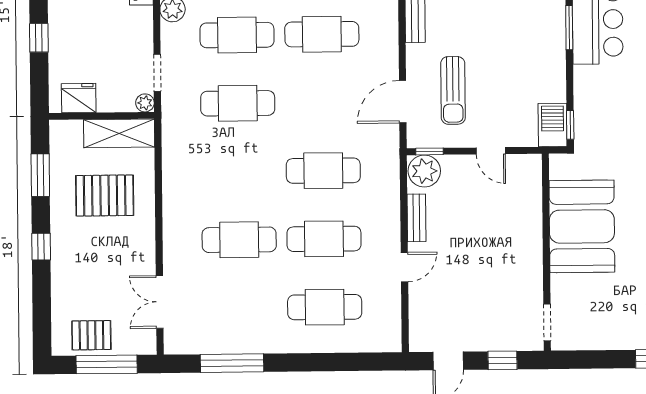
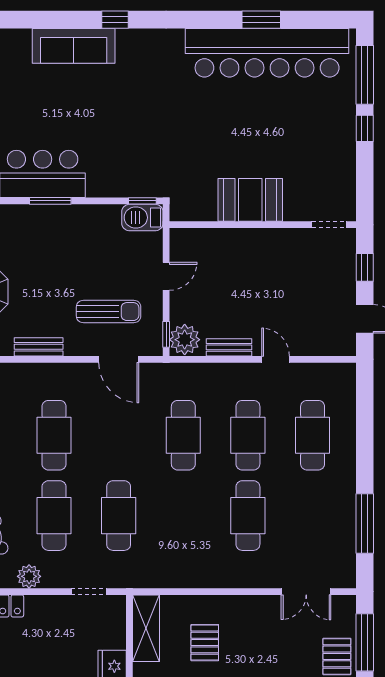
plant: (145, 103) -> (117, 603), removed
pallet: (105, 196) -> (205, 643), width x0.67, depth x0.71
booth: (582, 226) -> (250, 200), width x0.73, depth x0.70

